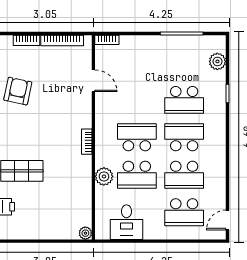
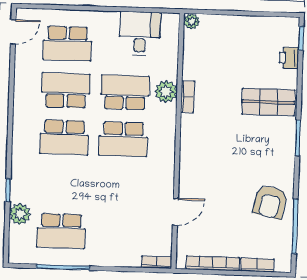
plant: (217, 61) -> (20, 214), moved
door: (93, 81) -> (175, 212), swing flipped
school desk: (184, 100) -> (61, 231), moved, turned 180
bookcase: (87, 142) -> (187, 97), moved
school desk: (184, 212) -> (67, 44), turned 180

